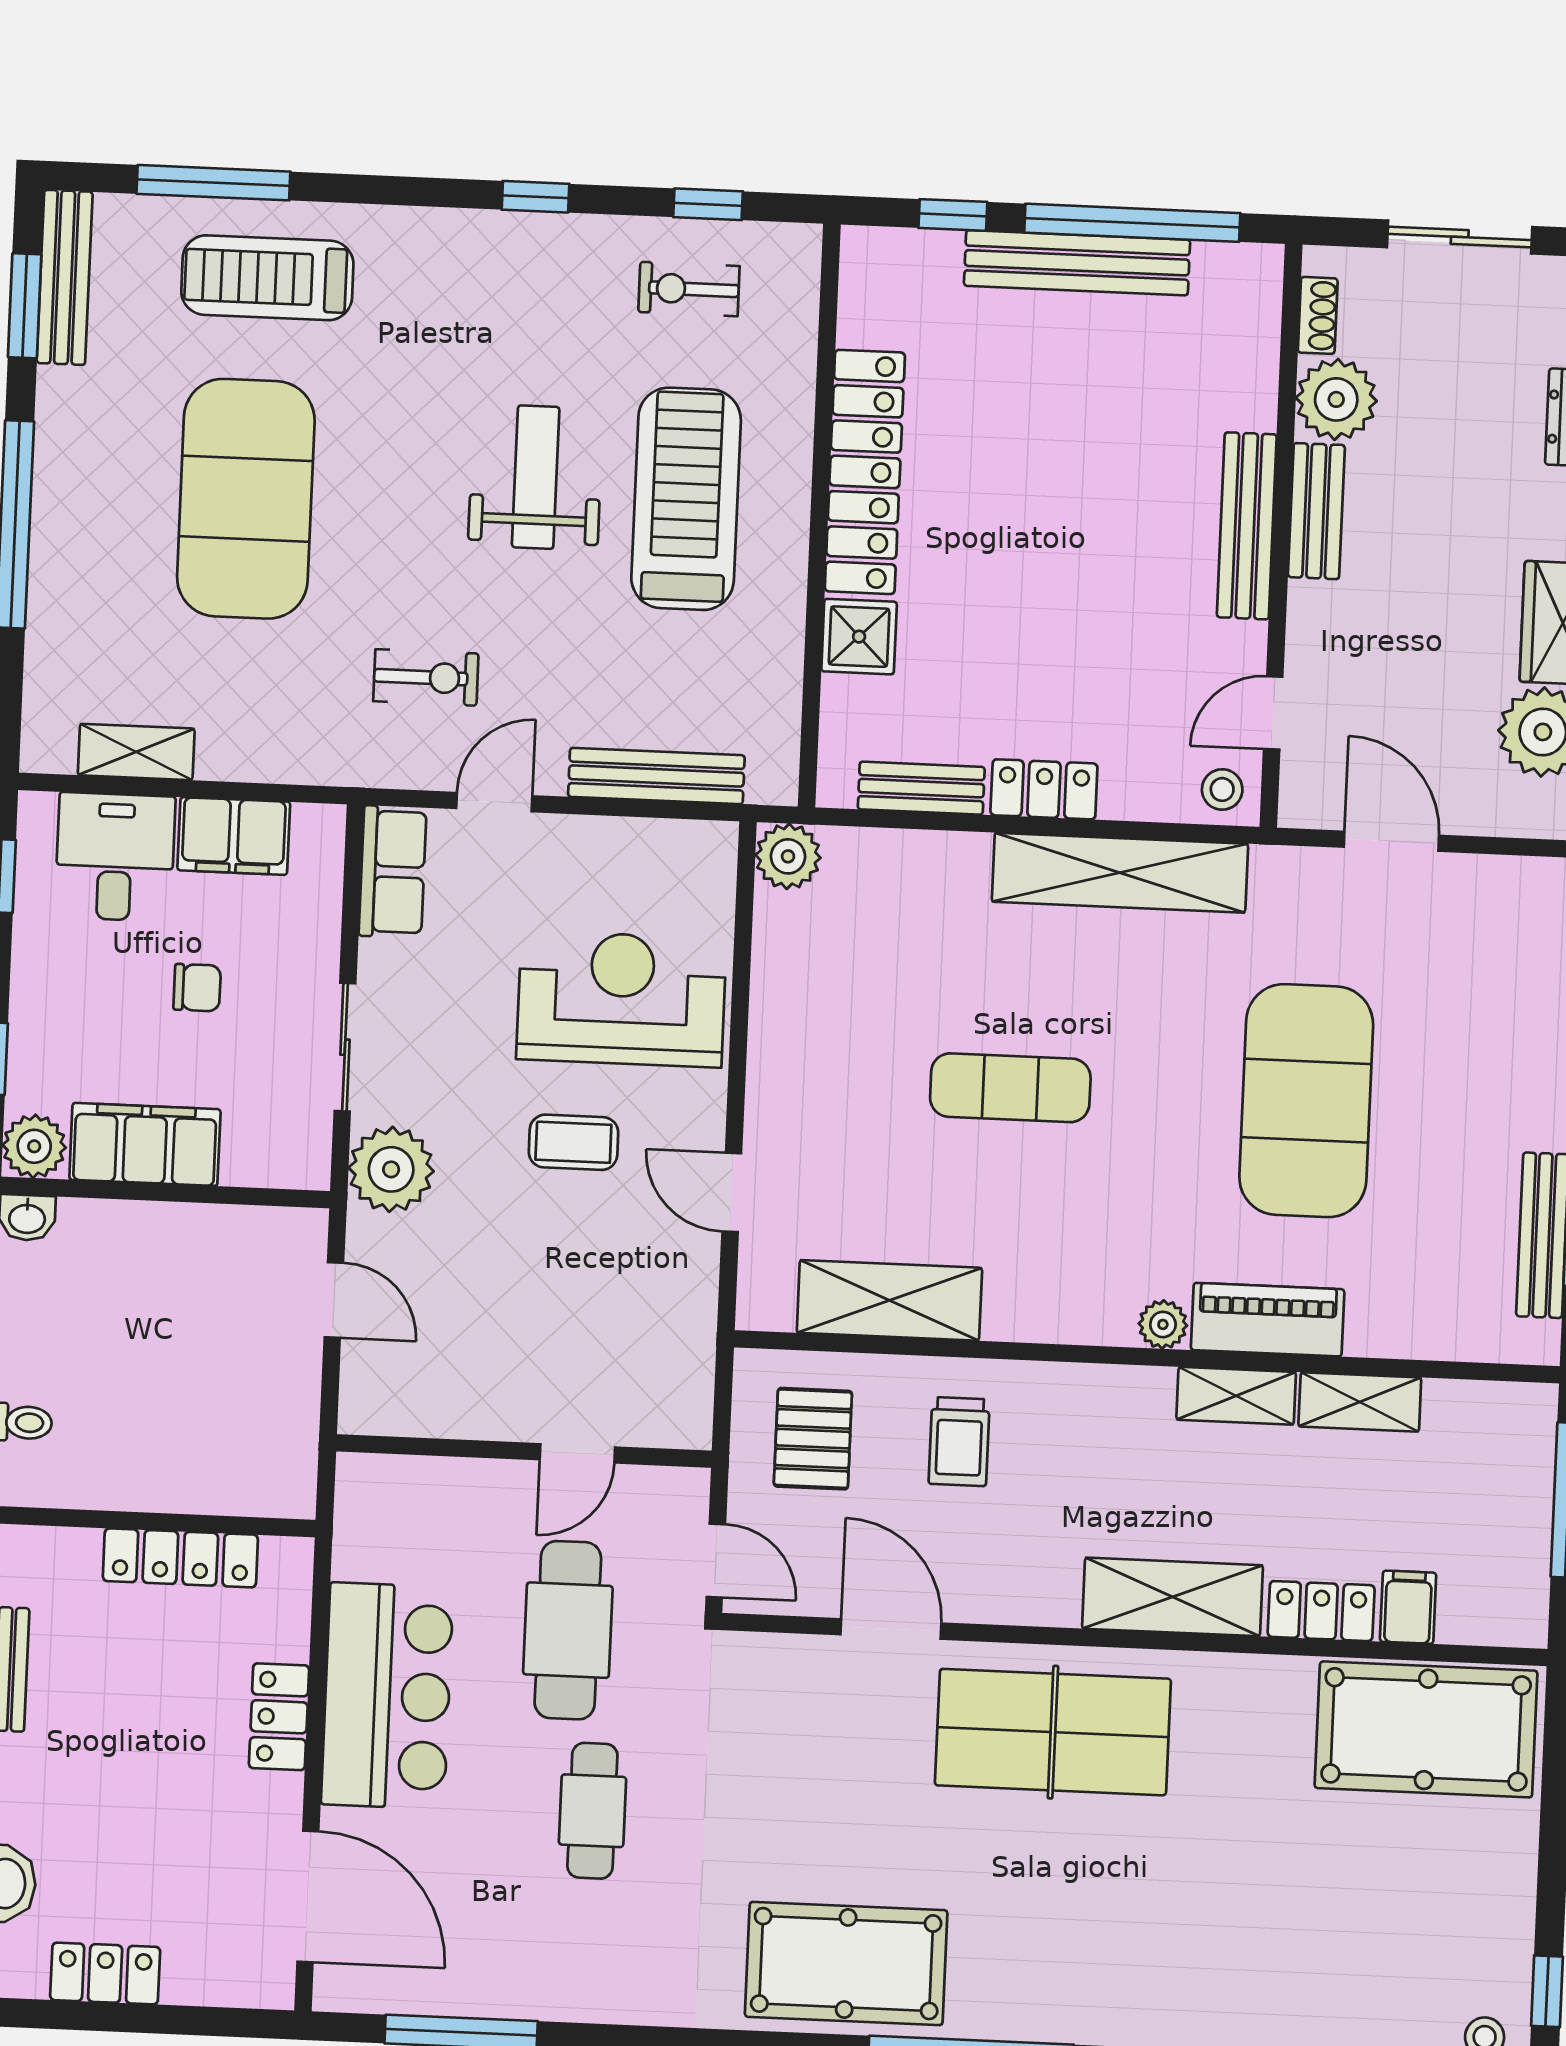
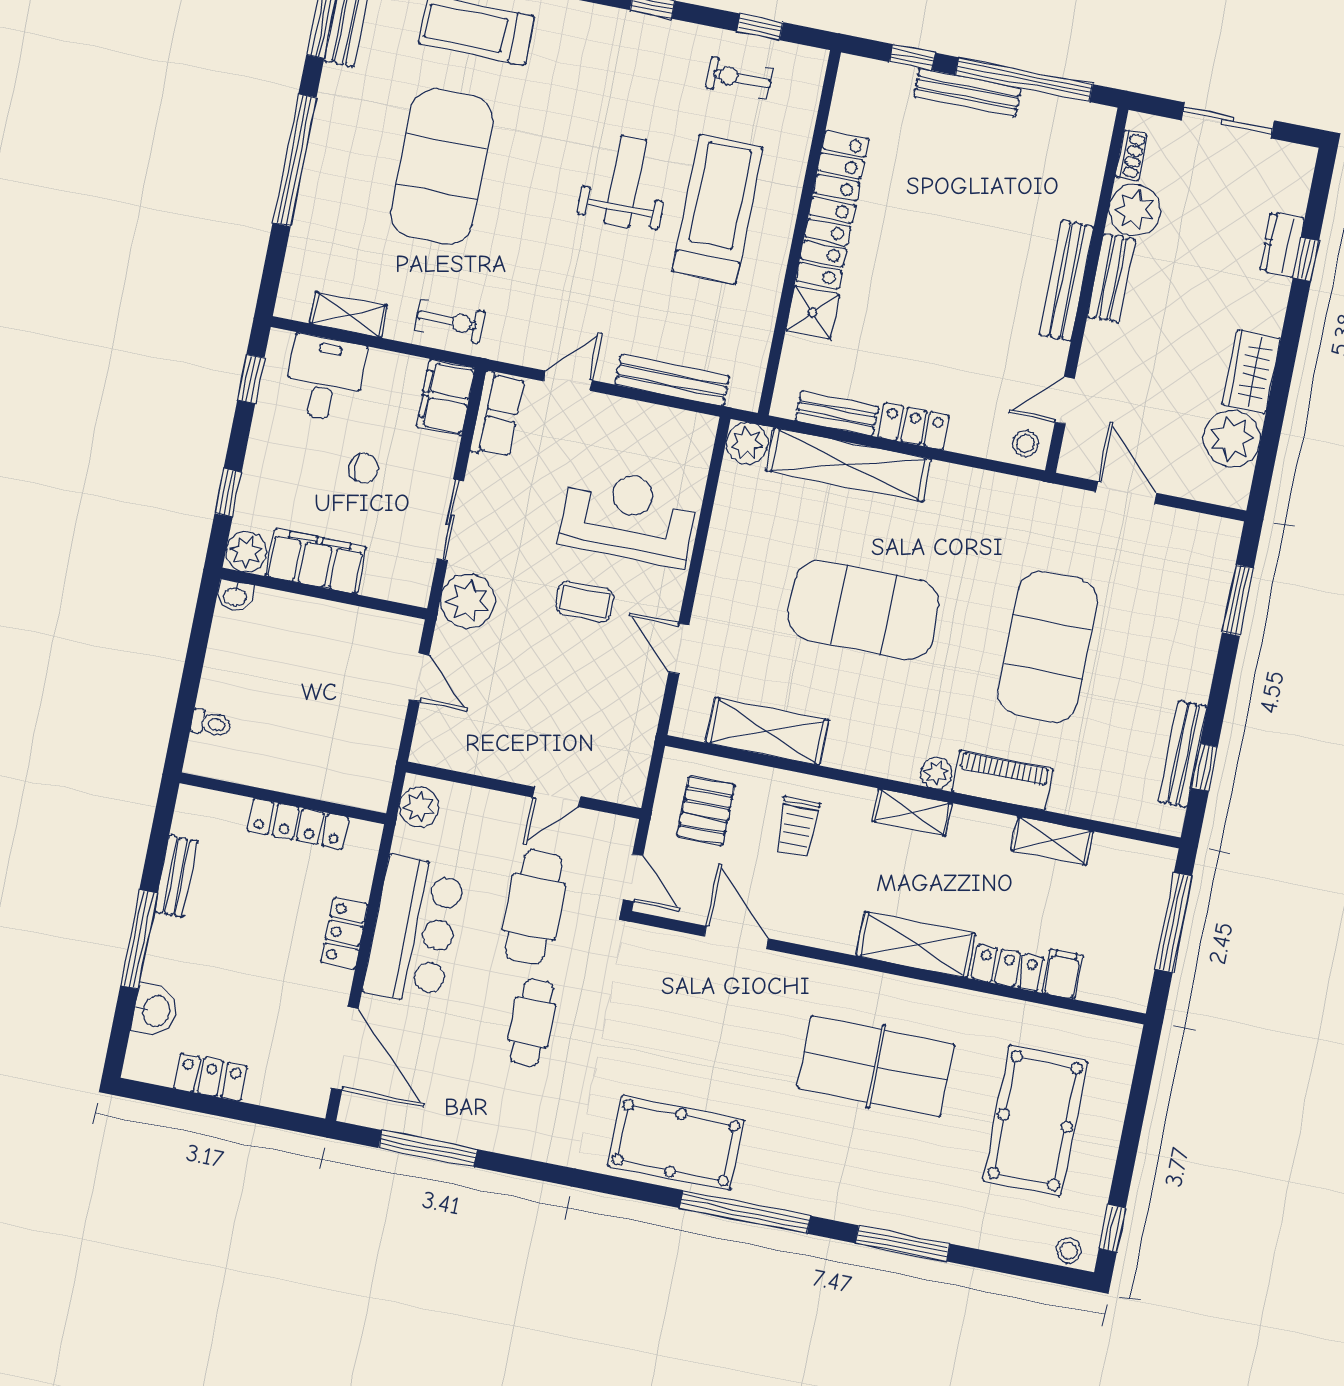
bench: (1077, 263) -> (967, 92), width x0.73, depth x0.82
exercise bike: (426, 677) -> (450, 321), moved
filing cabinet: (234, 836) -> (446, 397), moved, turned 90
shelving: (1120, 873) -> (849, 465), moved
exercise mat: (1010, 1088) -> (864, 610), width x2.00, depth x1.45
shelving: (1236, 1396) -> (912, 812), moved
plant: (365, 1502) -> (419, 807), added
pool table: (1426, 1729) -> (1035, 1121), moved, turned 90
table tennis table: (1053, 1732) -> (876, 1066), moved

